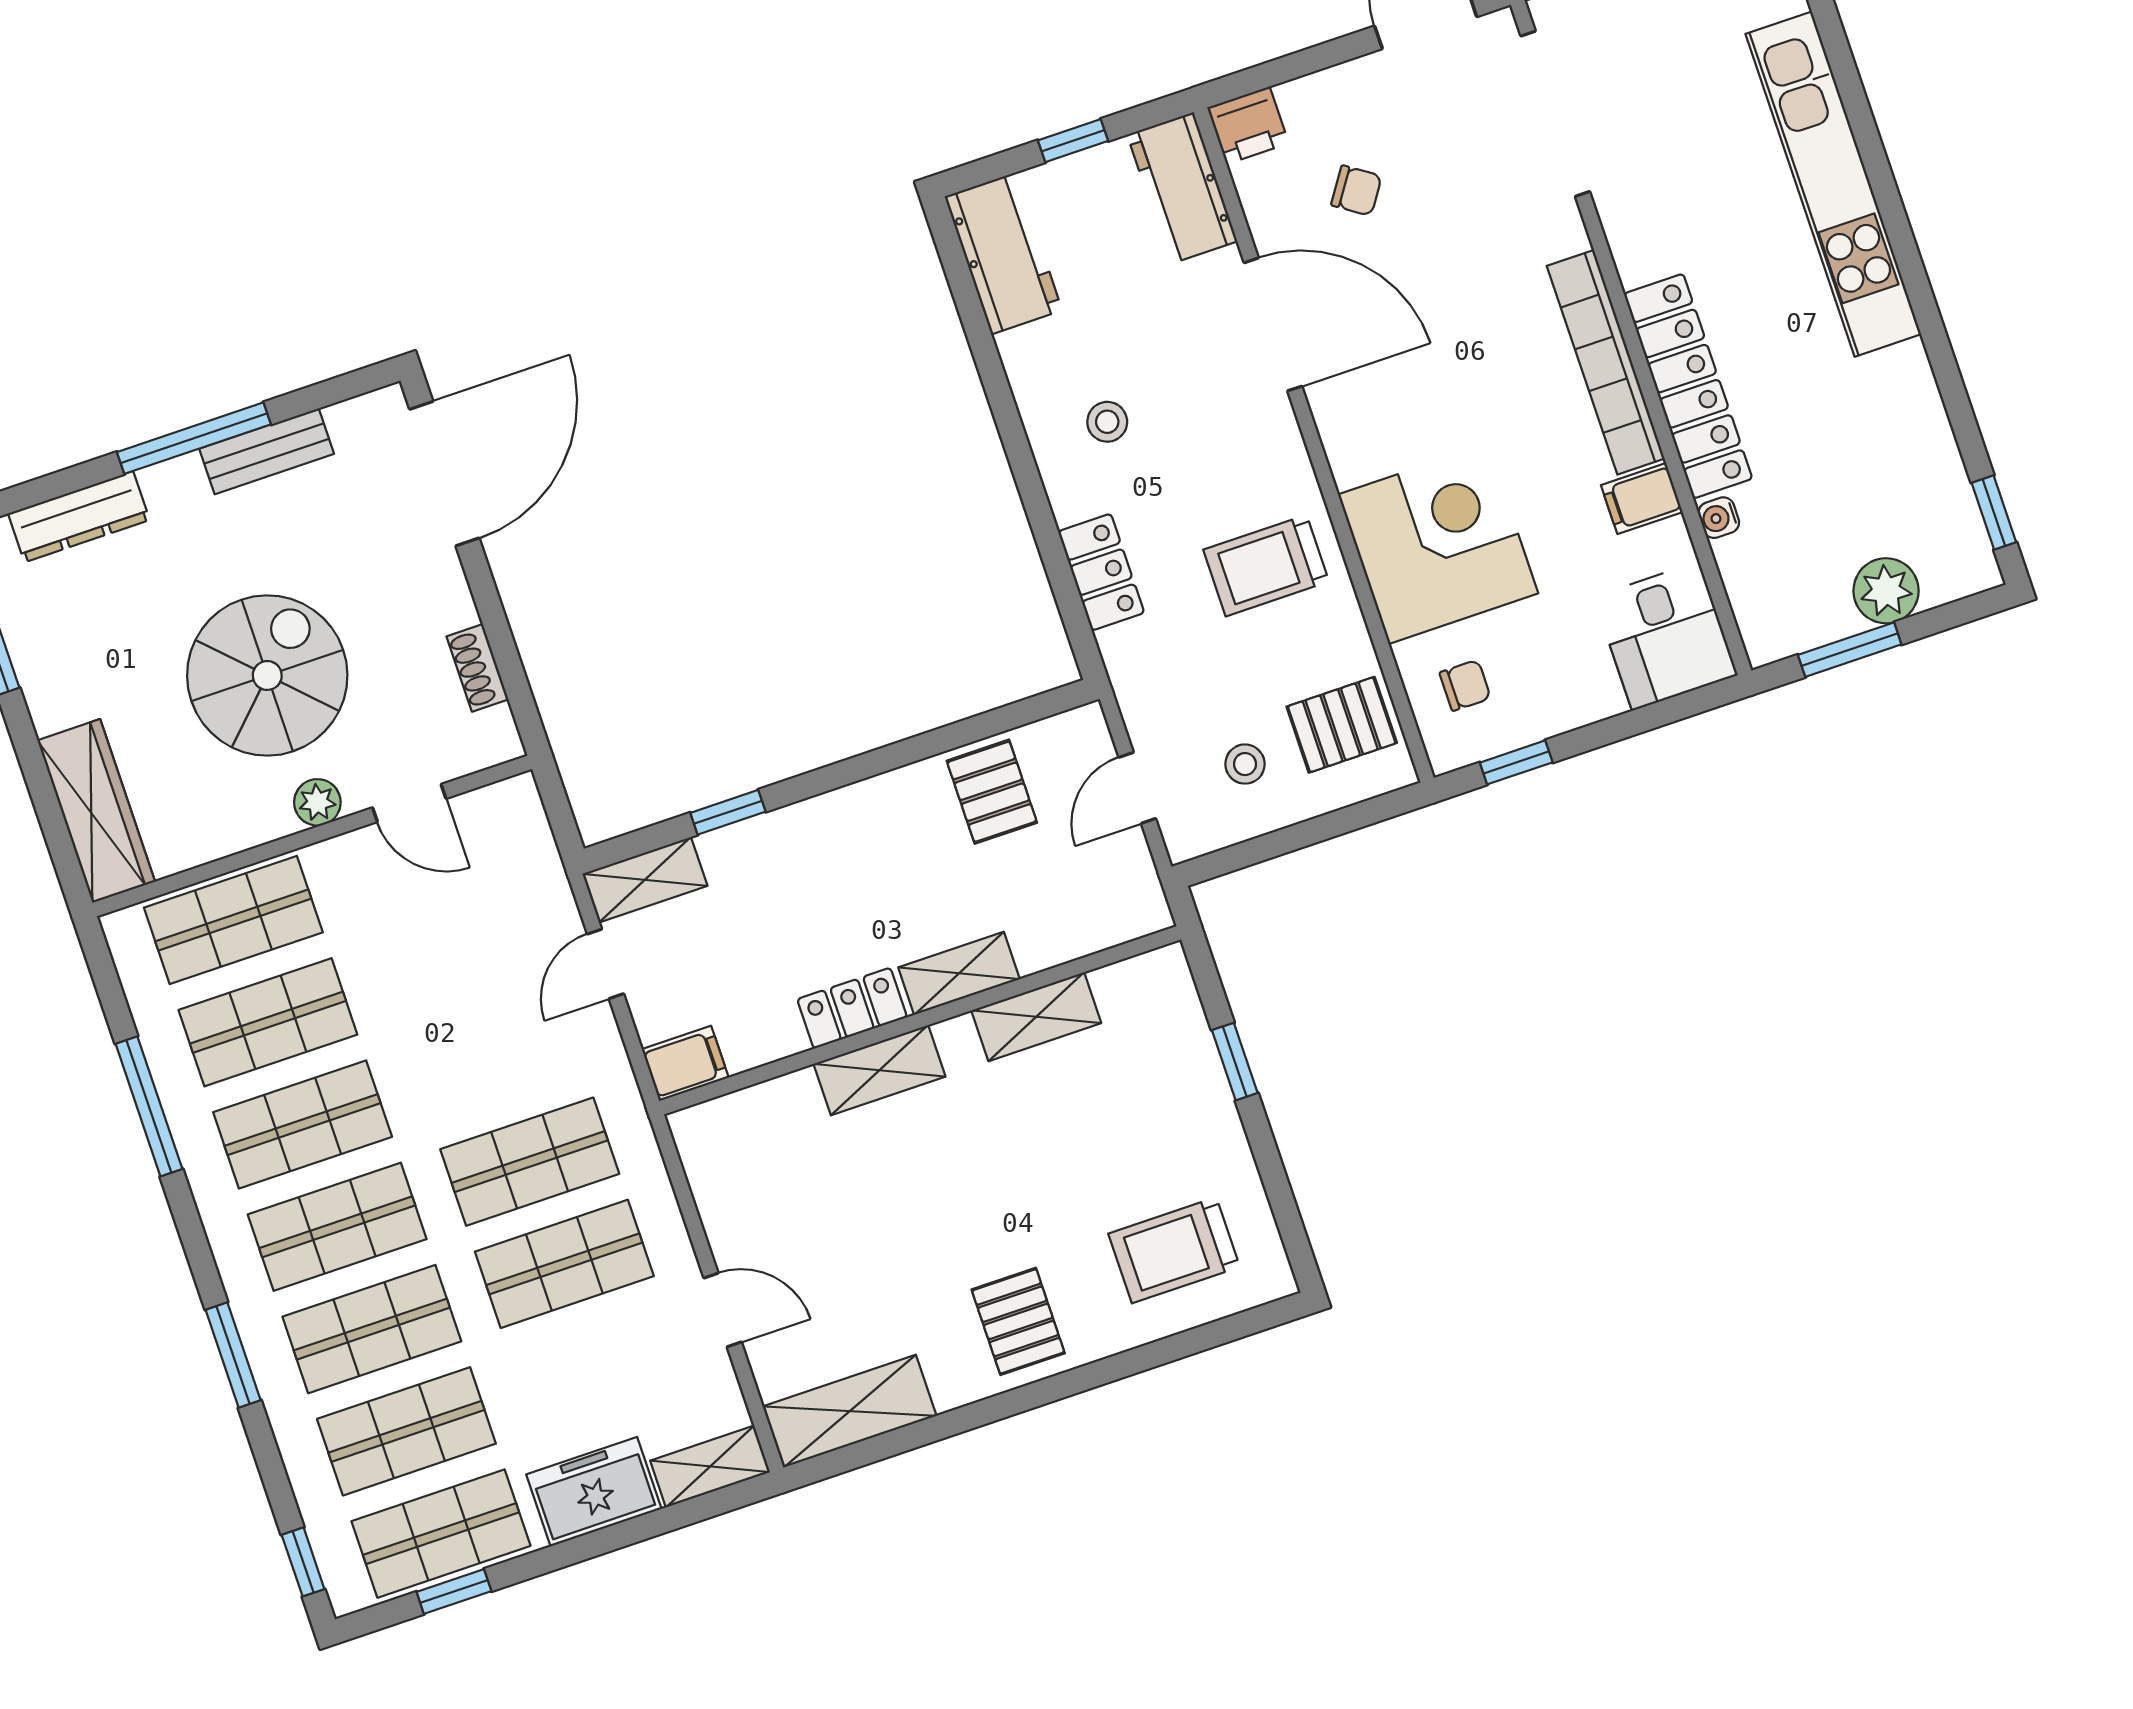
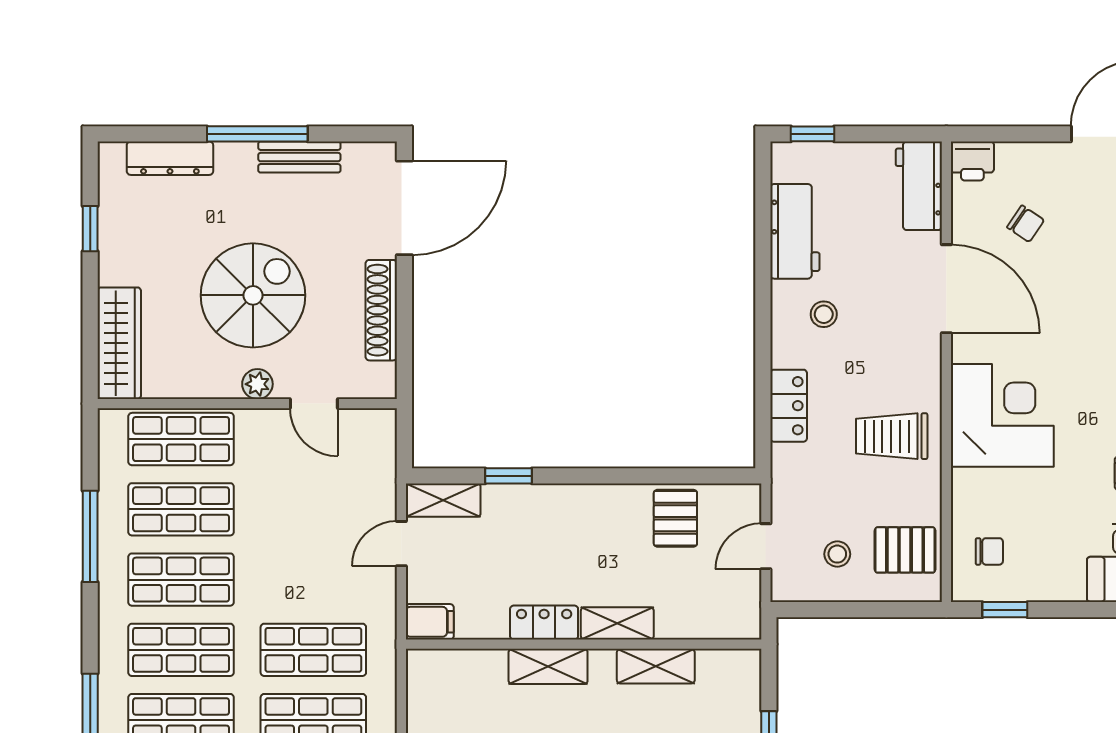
window: (1073, 141) -> (812, 134), moved
workbench: (1003, 253) -> (795, 231), moved
corner desk: (1438, 544) -> (1002, 415), moved
shoe rack: (478, 668) -> (381, 310), width x1.94, depth x1.24

